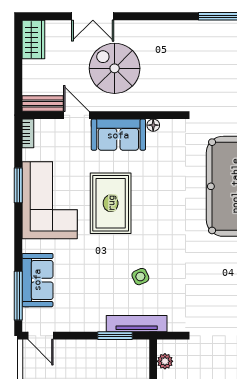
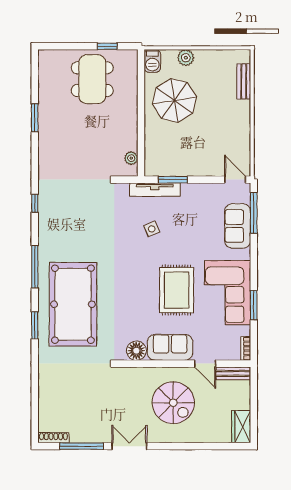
double door: (93, 16) -> (129, 446), moved
floor lamp: (153, 125) -> (136, 351), width x1.89, depth x1.89

